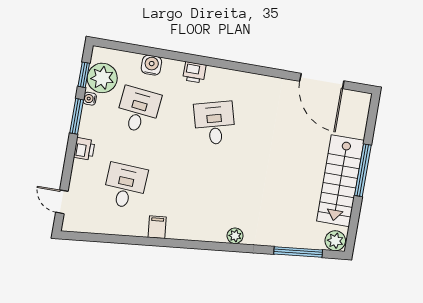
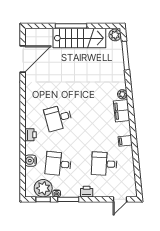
filing cabinet: (208, 230) -> (122, 111), added

